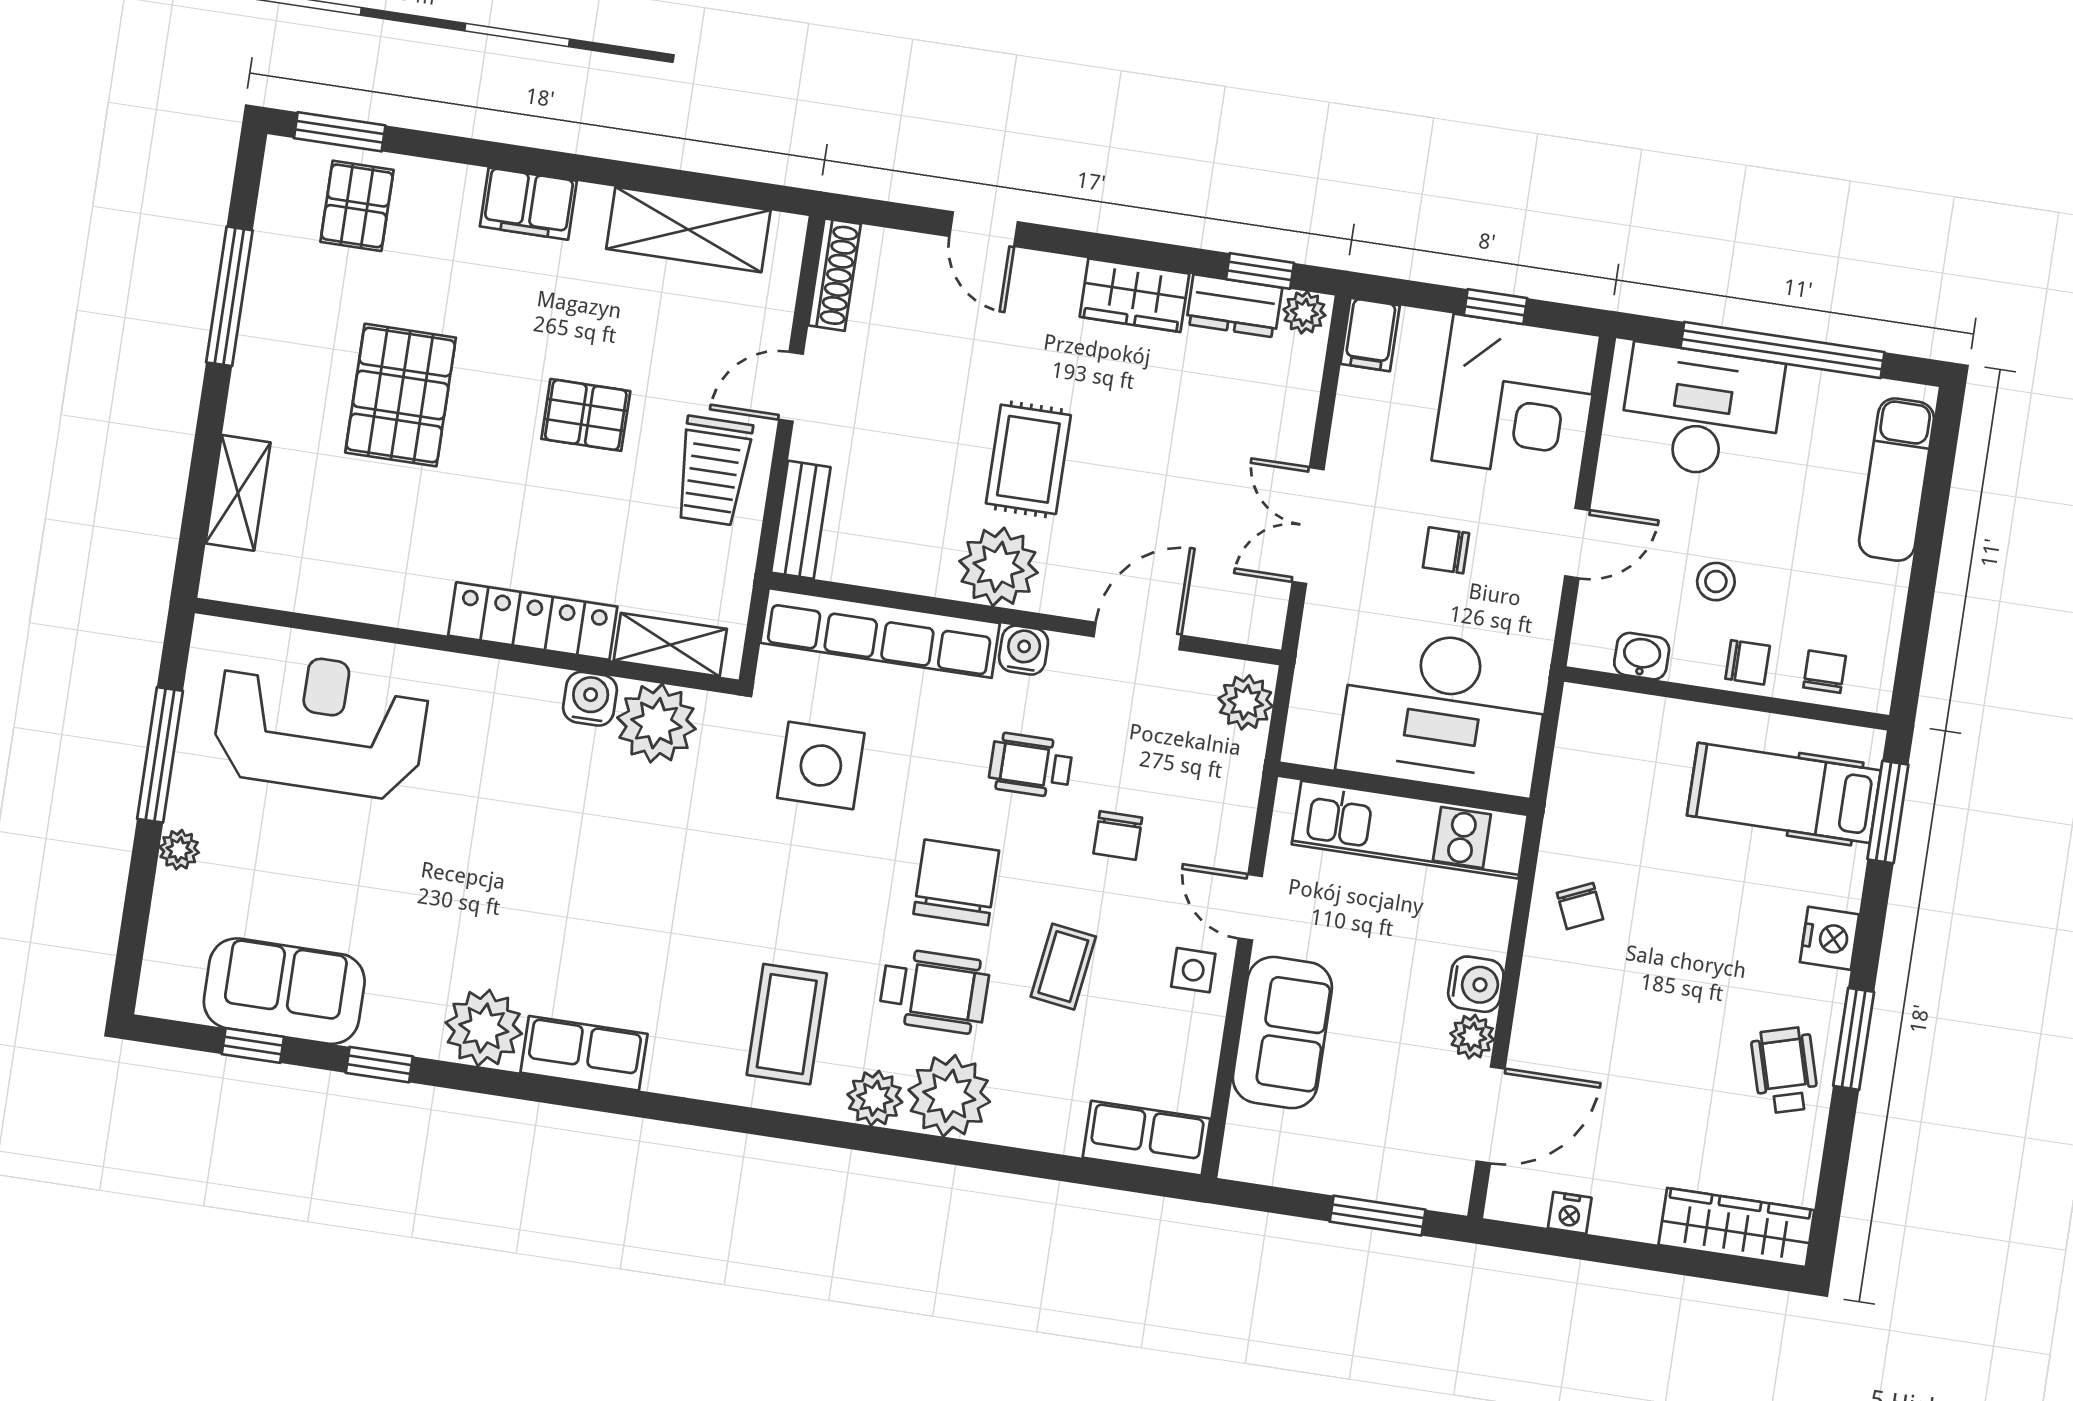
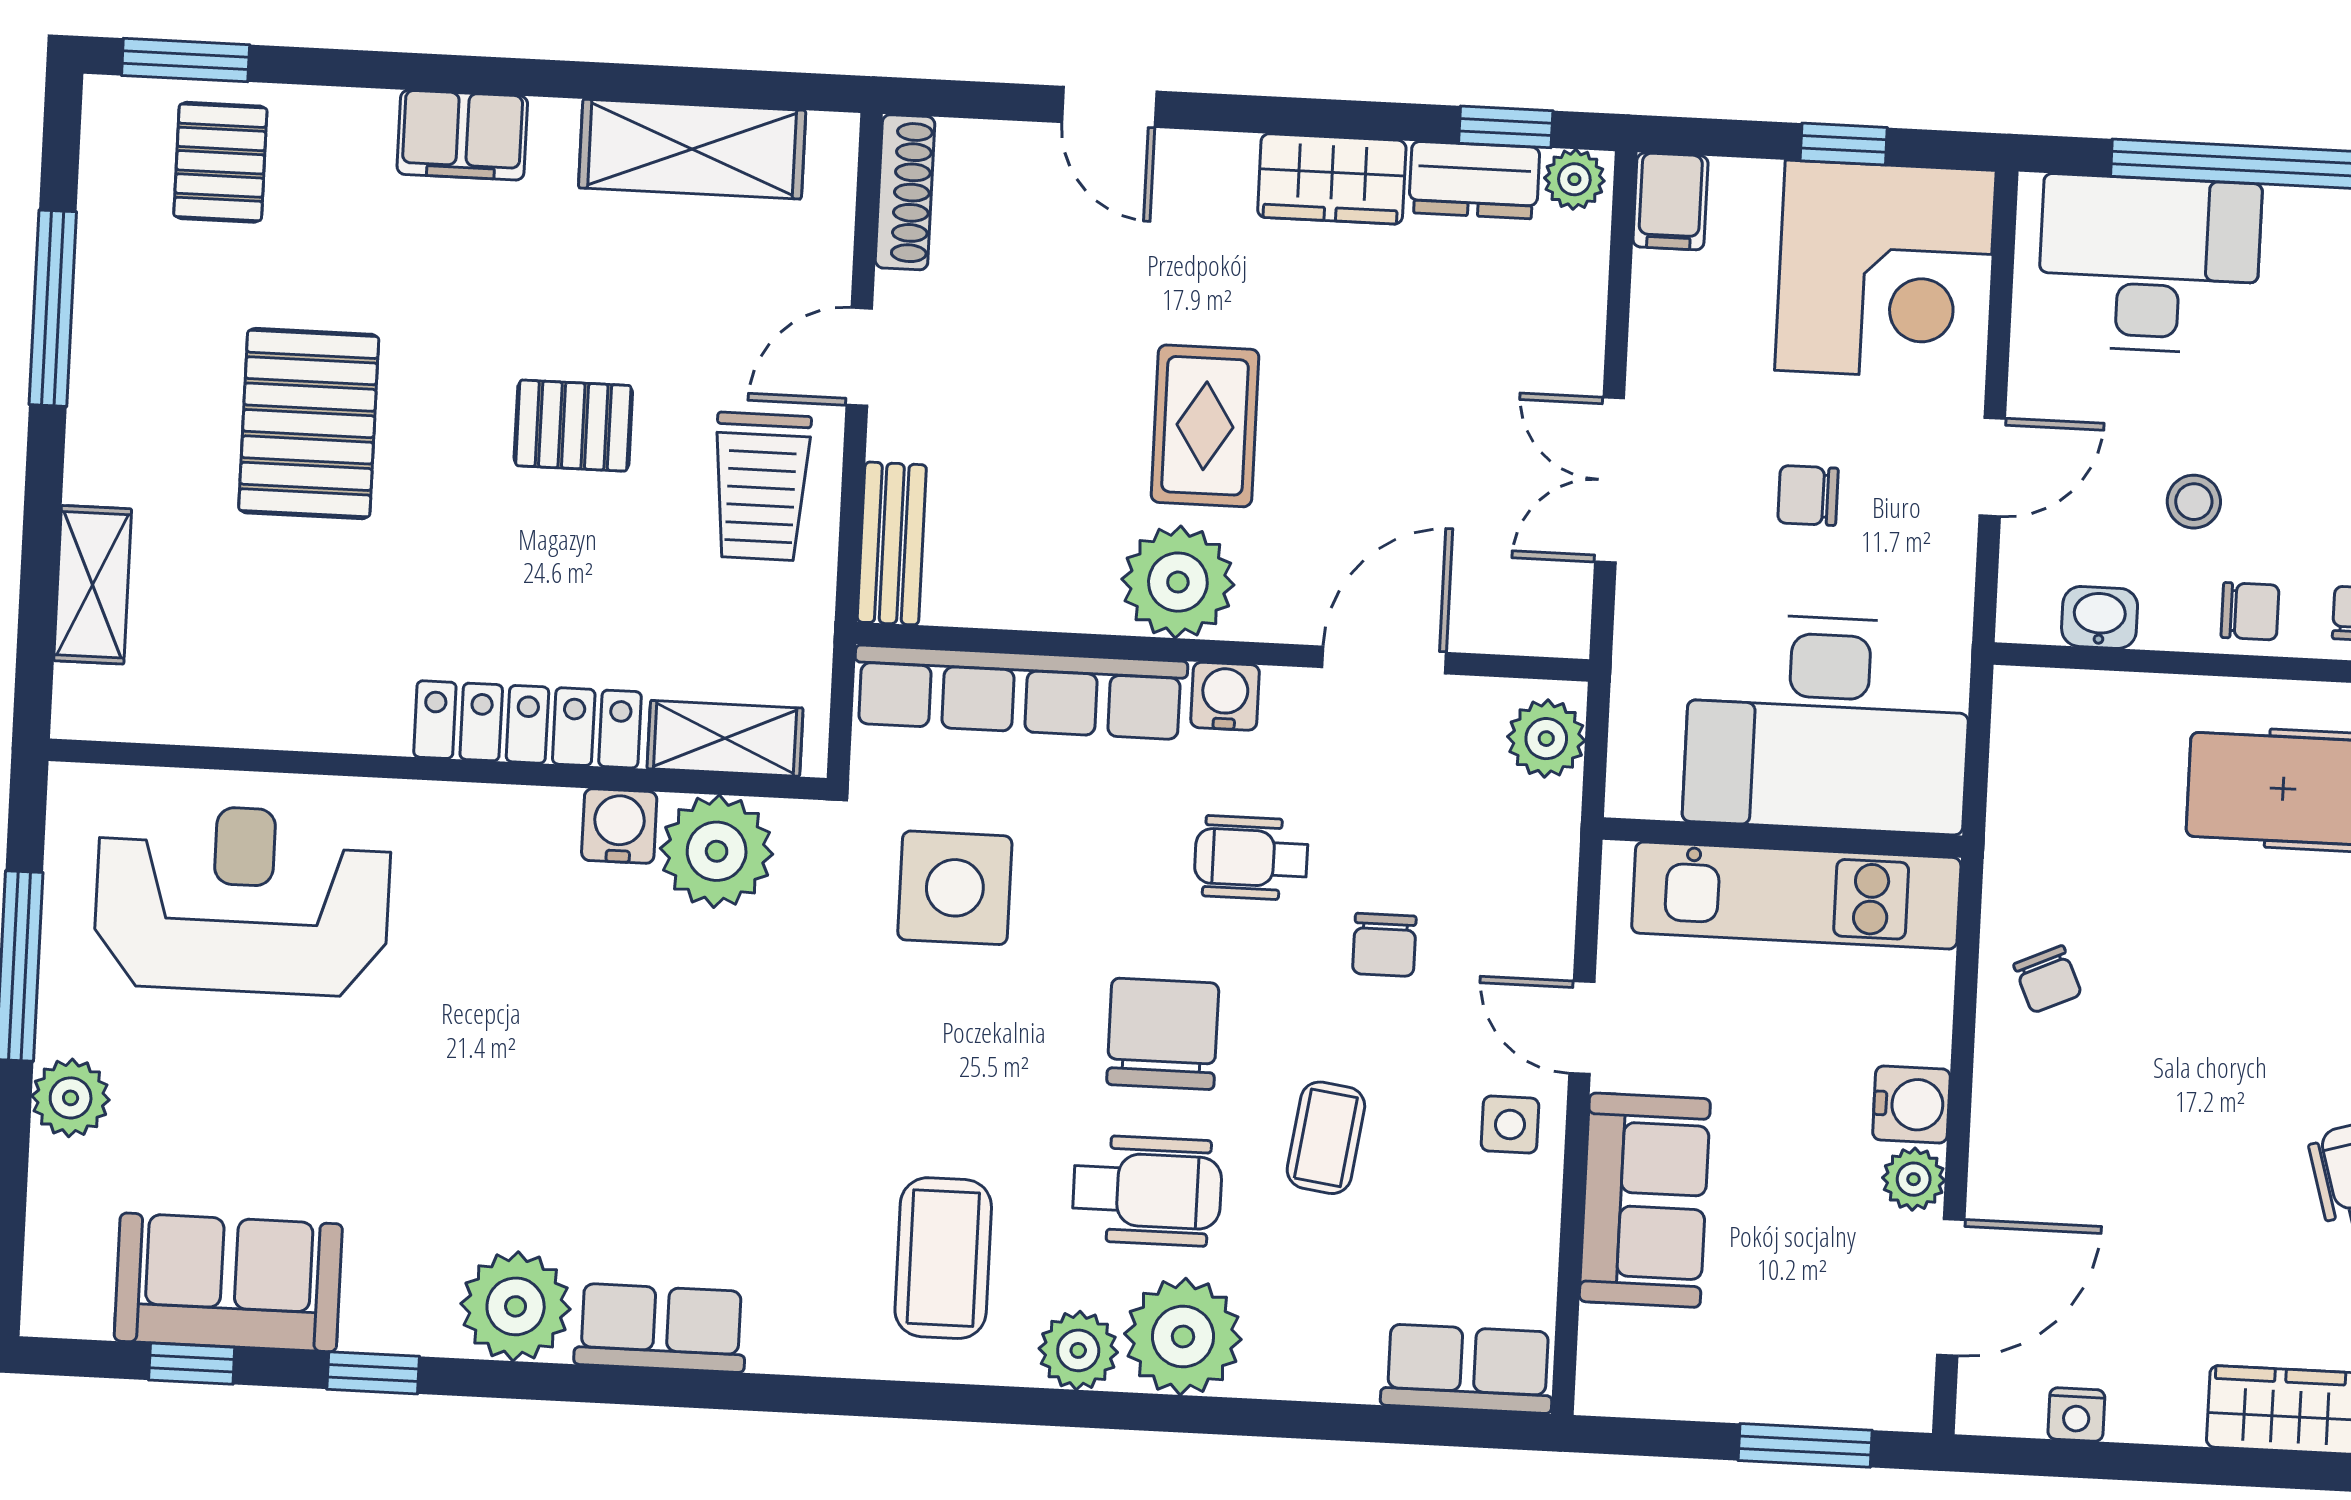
plant: (179, 850) -> (71, 1098), width x1.38, depth x1.38

